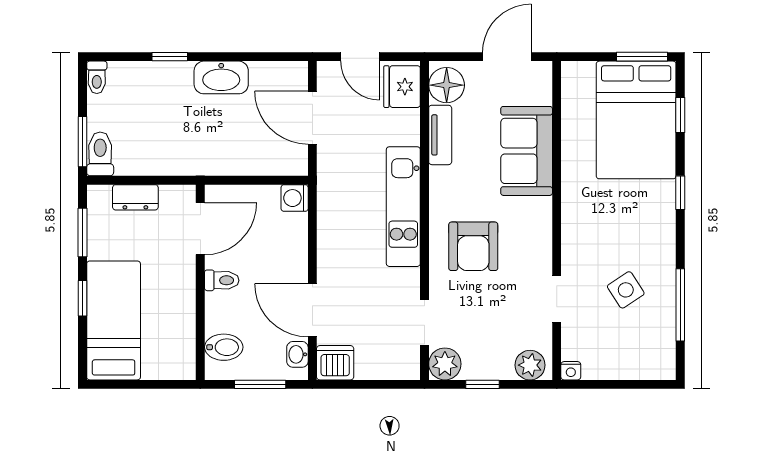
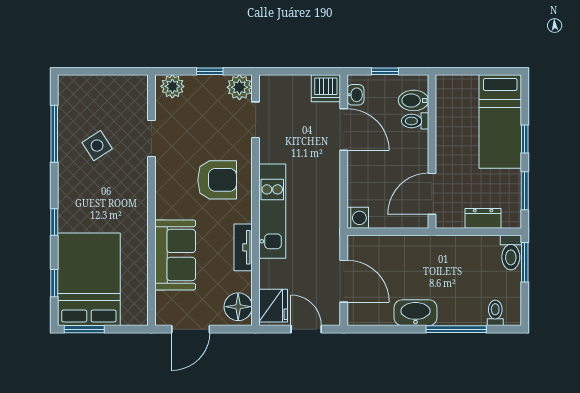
window: (170, 57) -> (456, 329), width x2.17
toilet: (97, 77) -> (495, 313), moved
tv unit: (440, 135) -> (243, 247), moved
armchair: (473, 246) -> (217, 180), turned 90
toilet: (222, 280) -> (415, 121), moved
nightstand: (571, 371) -> (140, 82), removed
window: (260, 384) -> (385, 71), width x0.67

